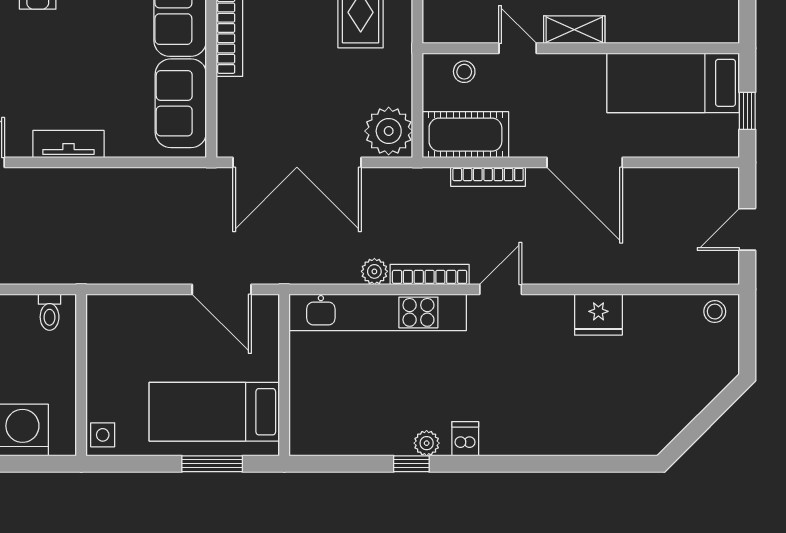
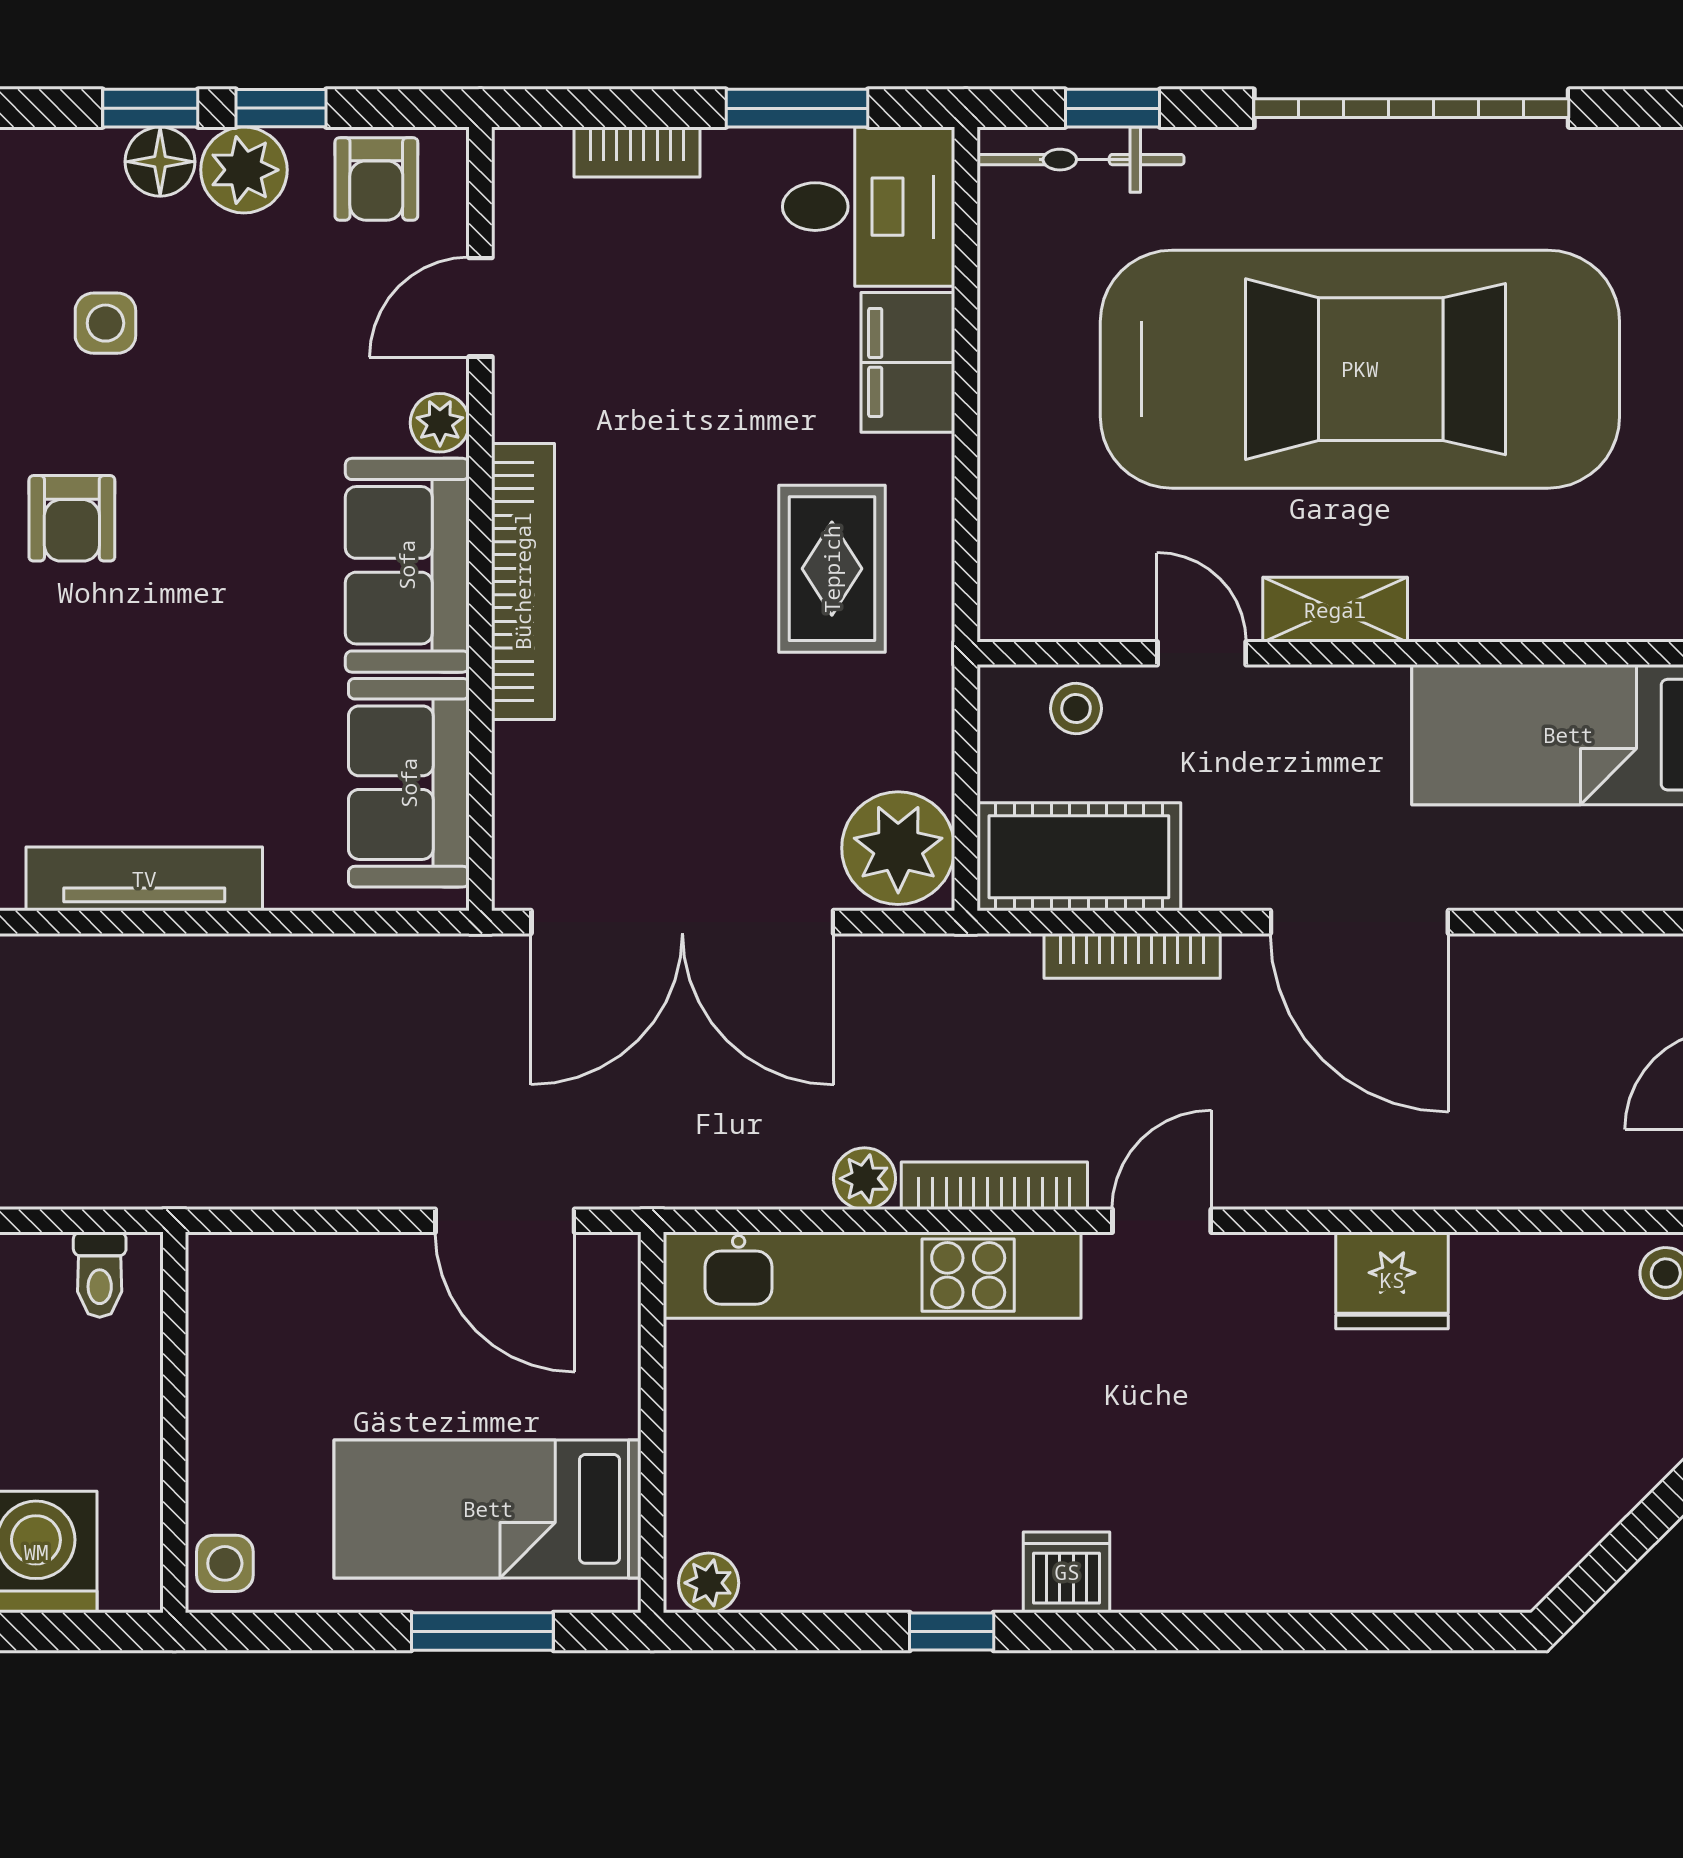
tv unit: (68, 144) -> (144, 879), width x1.41
dishwasher: (465, 439) -> (1067, 1572), width x1.38
plant: (427, 443) -> (709, 1583), moved

